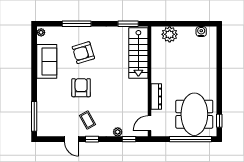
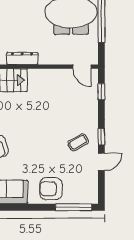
armchair: (81, 88) -> (51, 189), moved
dresser: (156, 96) -> (22, 58), moved
plant: (118, 132) -> (93, 106), removed

